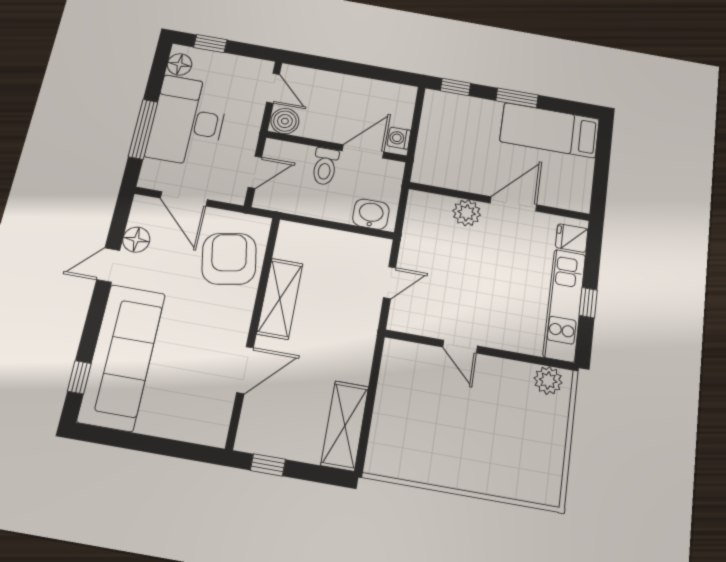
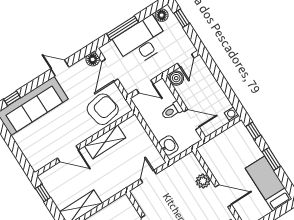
washing machine: (399, 138) -> (232, 114), moved
floor lamp: (136, 240) -> (93, 59), moved
door: (390, 283) -> (148, 176), swing flipped

